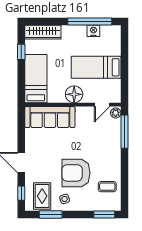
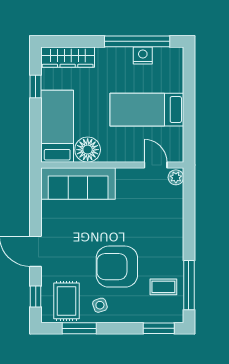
floor lamp: (74, 94) -> (88, 150), moved
door: (102, 105) -> (156, 165), swing flipped
window: (124, 132) -> (189, 285), moved

